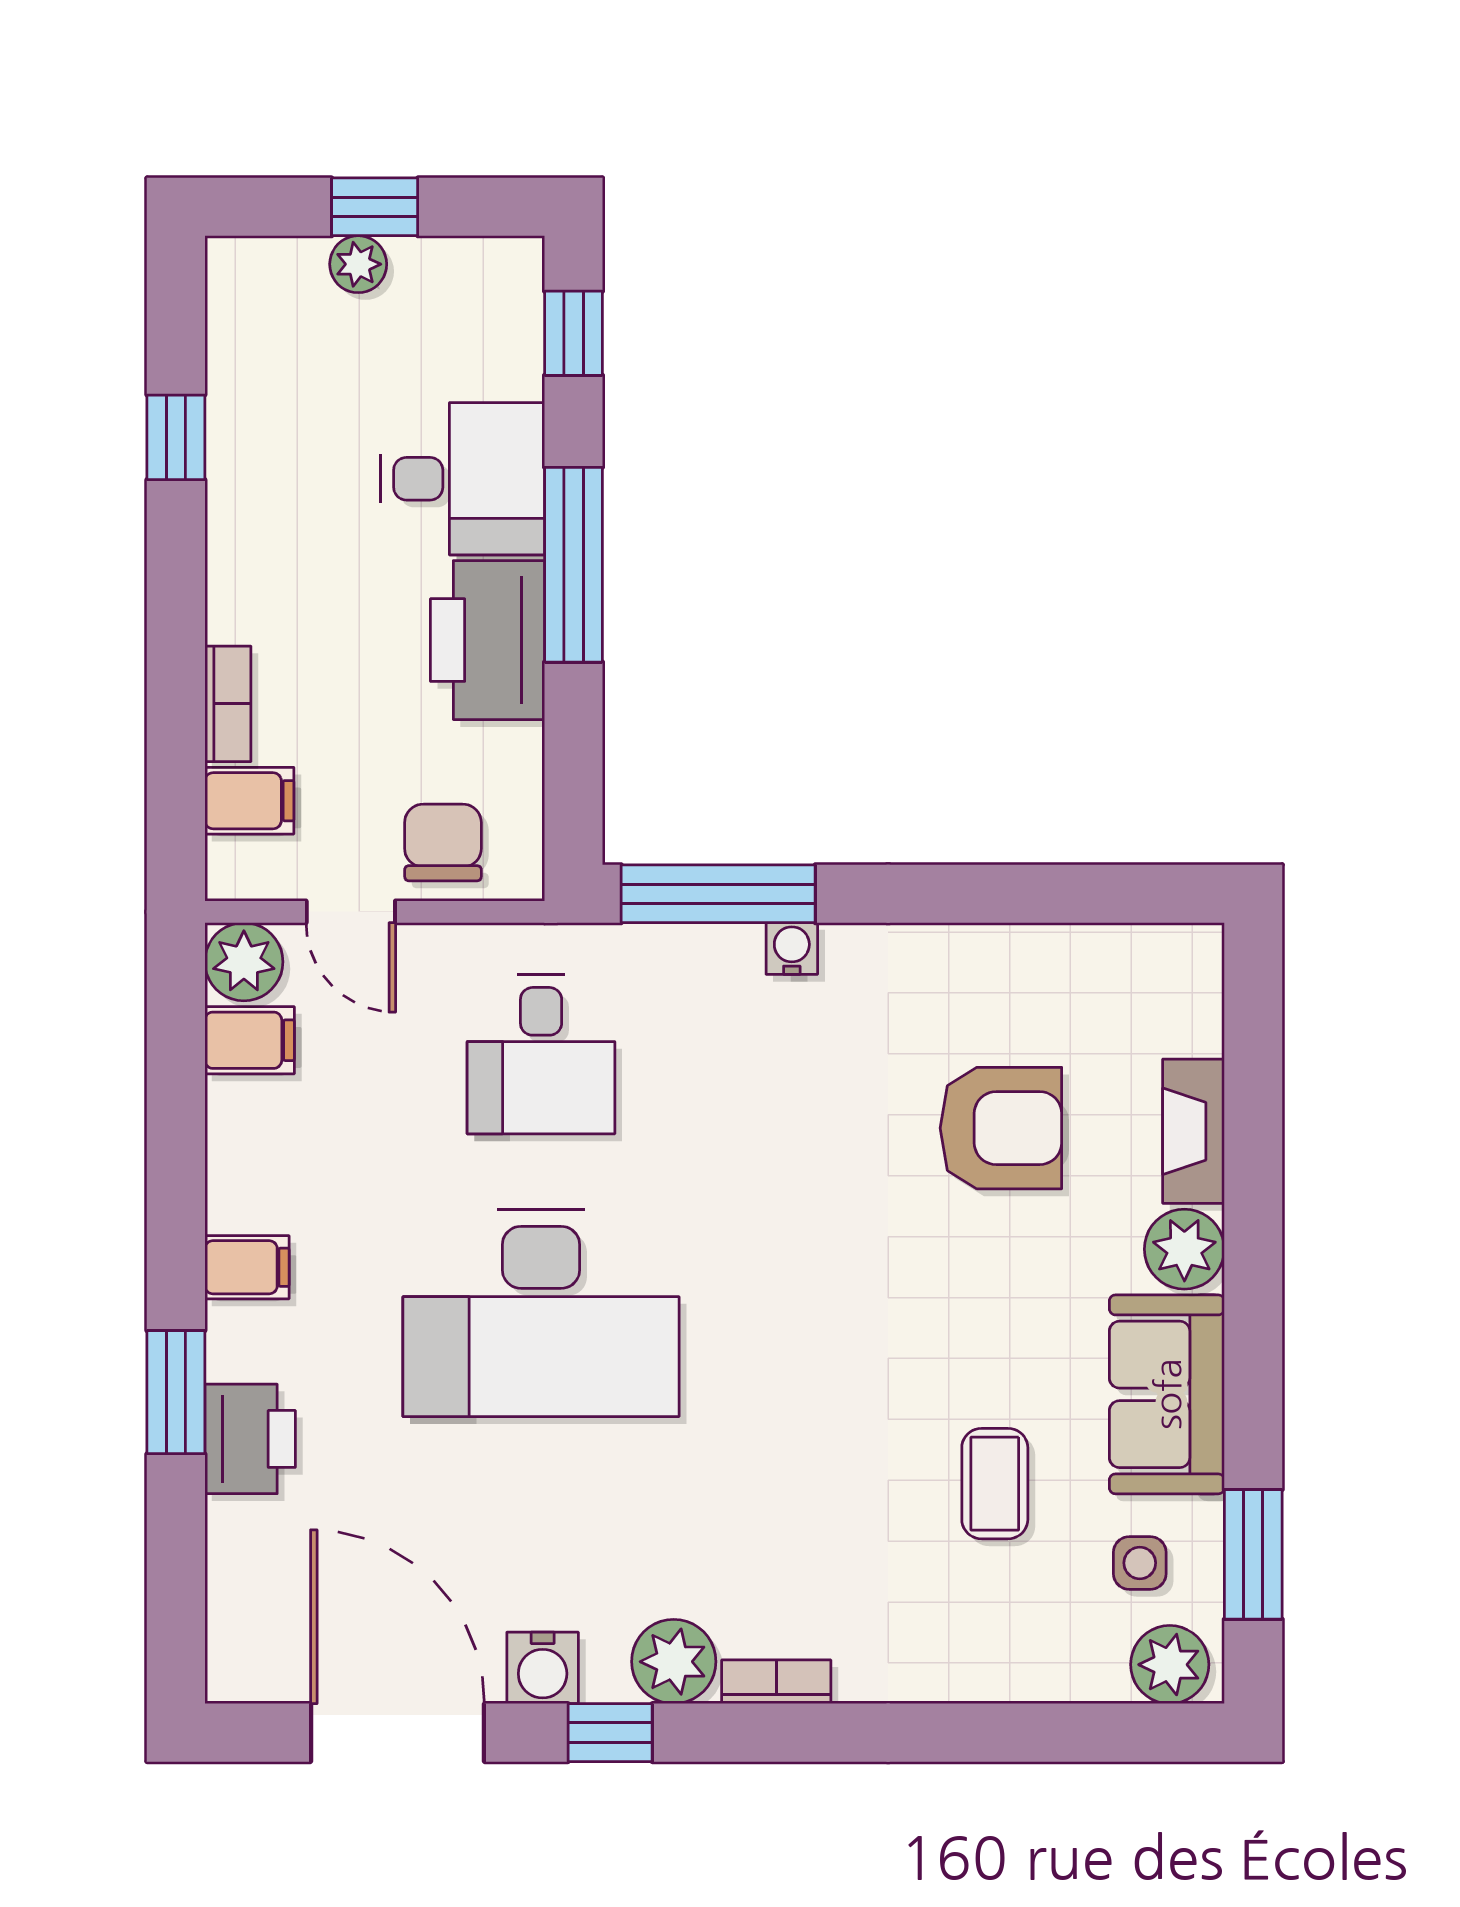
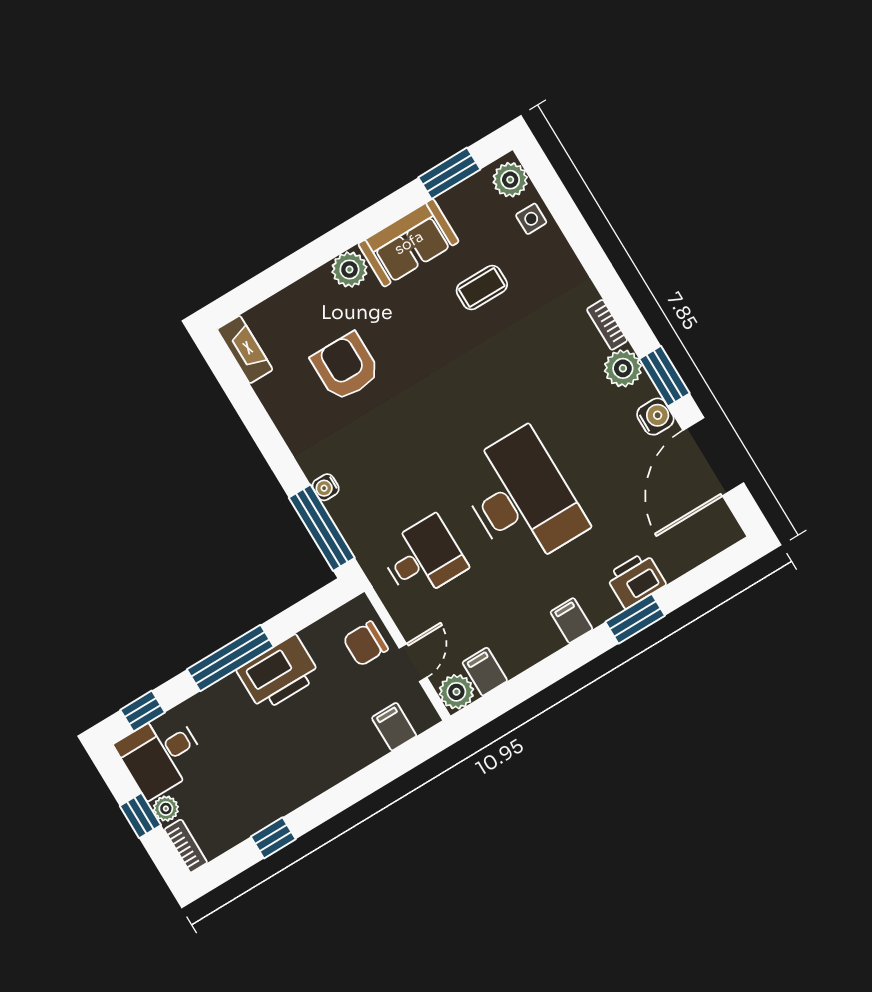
desk: (463, 479) -> (161, 754), moved, turned -90
bookcase: (228, 704) -> (186, 846), moved, turned 90
fireplace: (1194, 1131) -> (245, 350), moved, turned -90
side table: (1140, 1563) -> (531, 219), moved
window: (610, 1733) -> (664, 376), width x1.50

